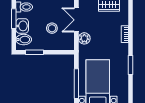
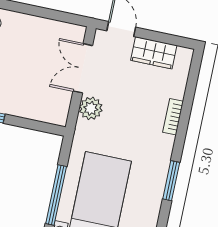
stool: (52, 28) -> (31, 75), removed

